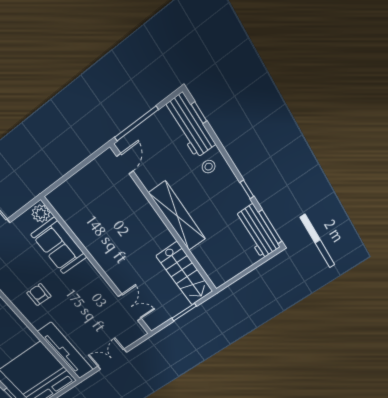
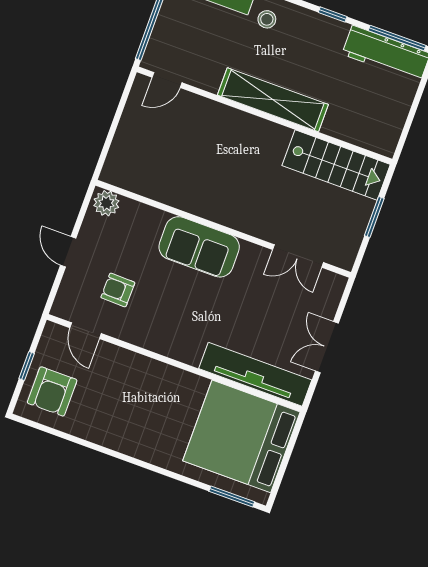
door: (125, 164) -> (167, 80), swing flipped
sofa: (59, 246) -> (199, 247), moved
armchair: (39, 295) -> (118, 290), moved
double door: (130, 307) -> (298, 256), swing flipped

